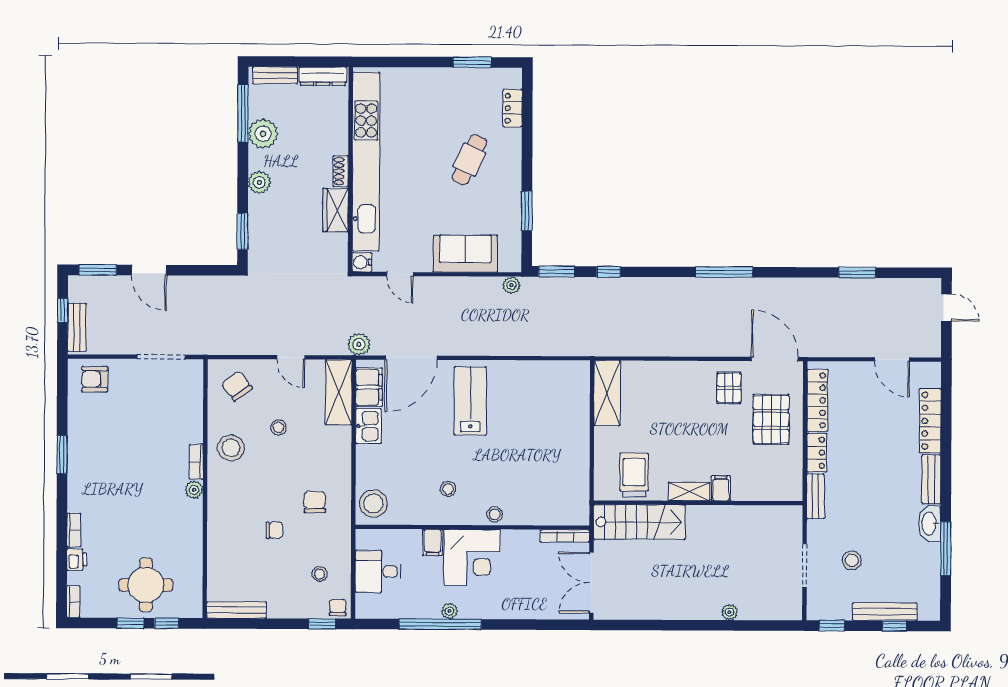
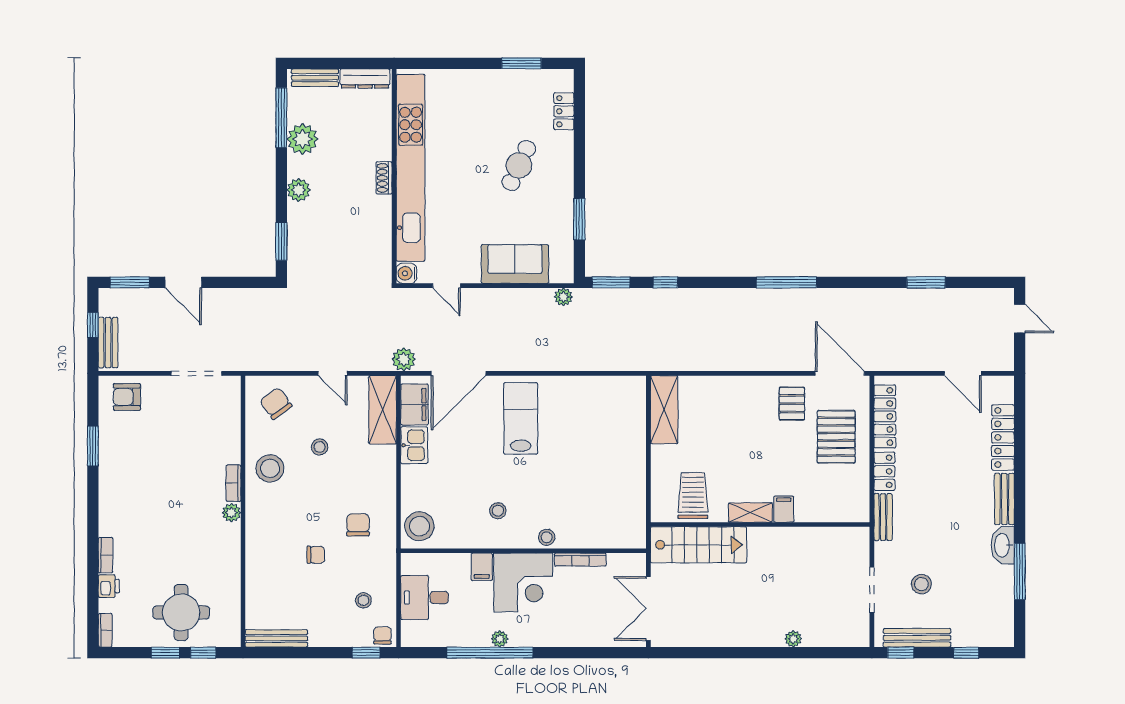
wardrobe: (336, 210) -> (379, 219), removed
window: (62, 454) -> (93, 446), moved
bookcase: (565, 536) -> (580, 560), moved
bench: (885, 612) -> (917, 638), moved

